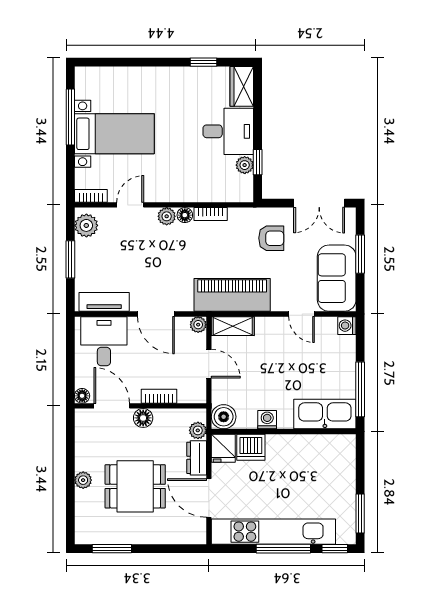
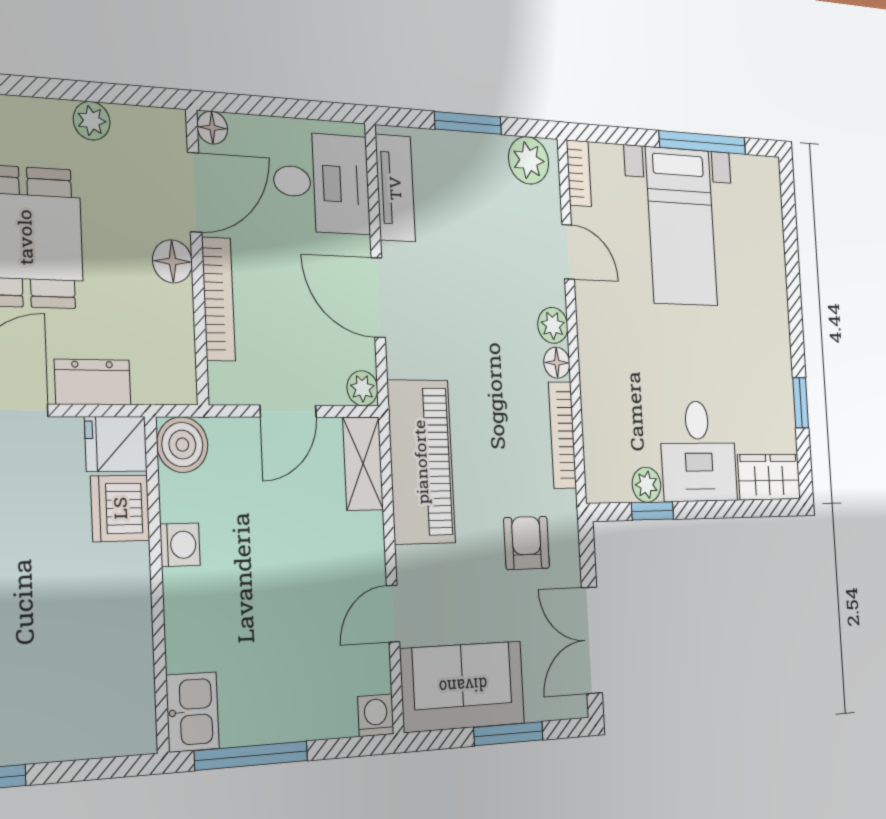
bookcase: (211, 214) -> (562, 435), width x1.56
armchair: (271, 238) -> (527, 543), turned 180
door: (156, 314) -> (378, 298), hinge flipped
bookcase: (159, 396) -> (218, 299), width x1.56
kitchen sink: (325, 414) -> (193, 712), width x0.53, depth x0.81
plant: (198, 430) -> (151, 385), removed
plant: (83, 480) -> (92, 121), moved

